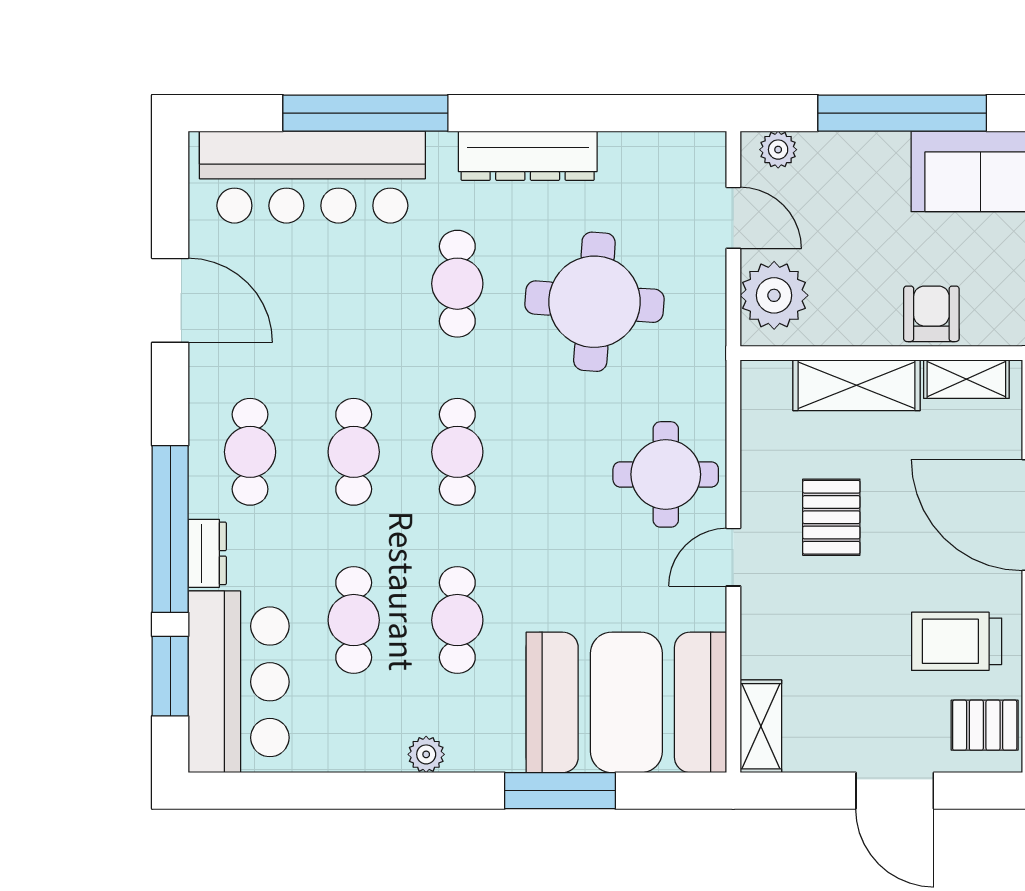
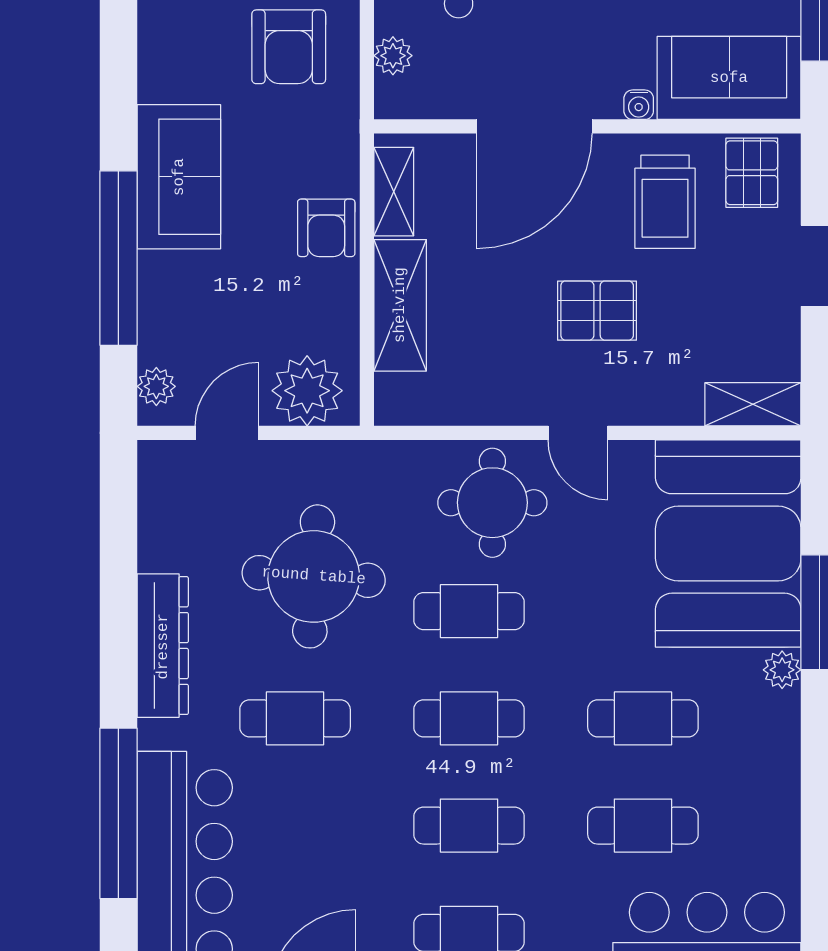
armchair: (931, 314) -> (326, 228), turned -90
cafe table: (561, 452) -> (469, 611), added
pallet: (831, 517) -> (597, 311), moved
plant: (426, 754) -> (782, 670), moved

